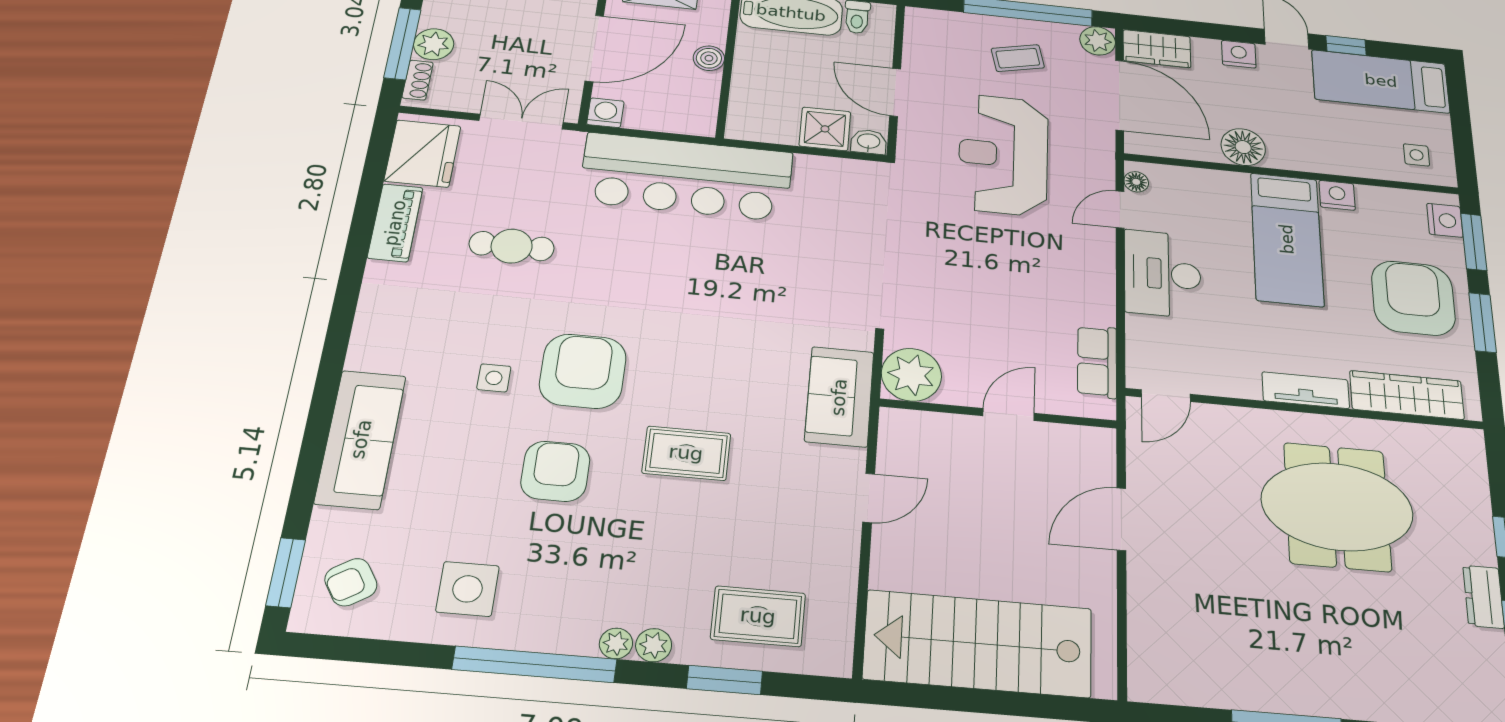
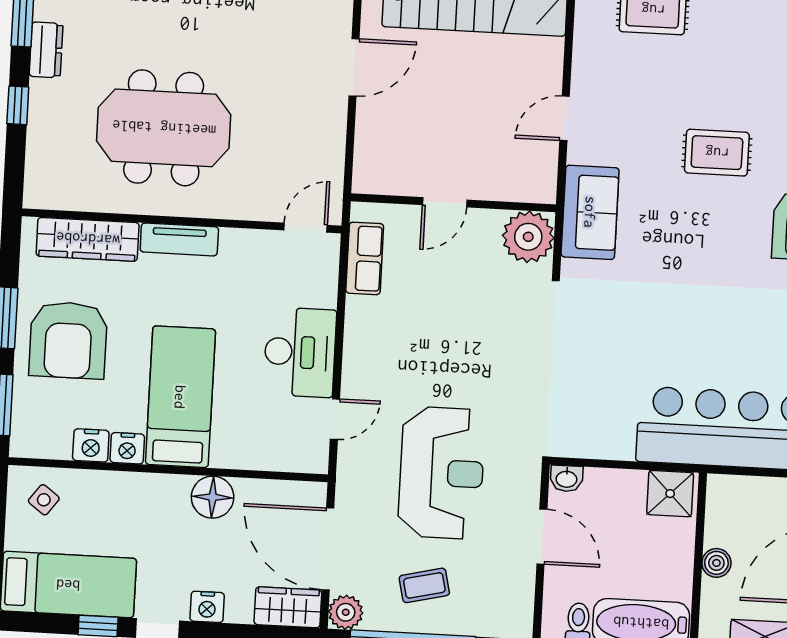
shower: (825, 129) -> (670, 494), moved
side table: (1416, 155) -> (44, 500), turned 37
floor lamp: (1136, 182) -> (318, 451), removed
nightstand: (1445, 220) -> (91, 445), moved, turned -90
door: (1121, 519) -> (354, 67), moved

